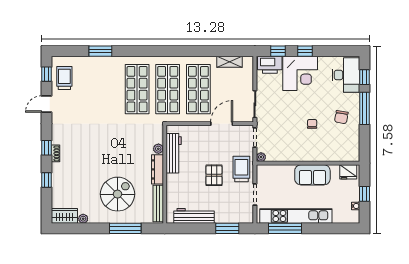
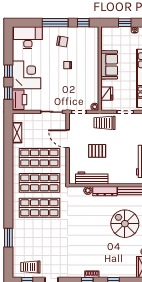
window: (364, 77) -> (83, 23), moved
fridge: (348, 172) -> (107, 94), moved
pallet: (214, 175) -> (97, 151), moved

